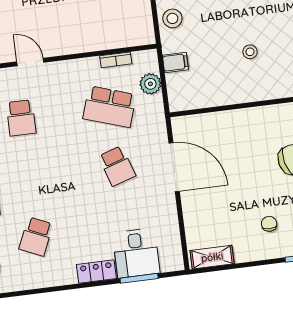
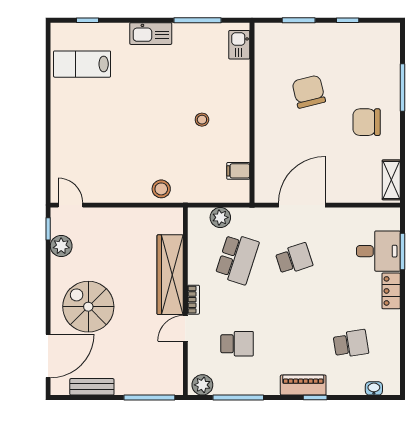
wardrobe: (84, 39) -> (170, 275), added
bookcase: (116, 60) -> (193, 300), moved
filing cabinet: (175, 62) -> (238, 171), moved, turned -90
chair: (269, 224) -> (367, 122), width x1.87, depth x1.87
school desk: (36, 237) -> (351, 344), turned -33

